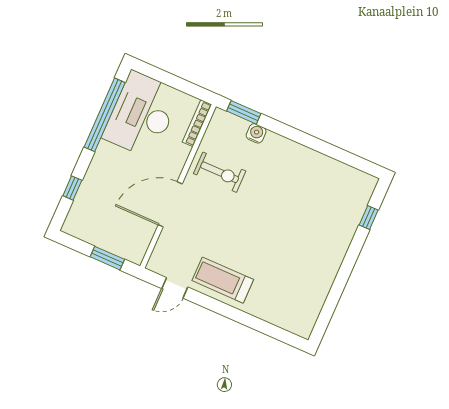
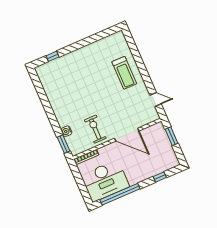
treadmill: (223, 280) -> (124, 73), moved

